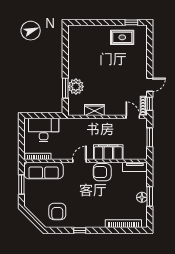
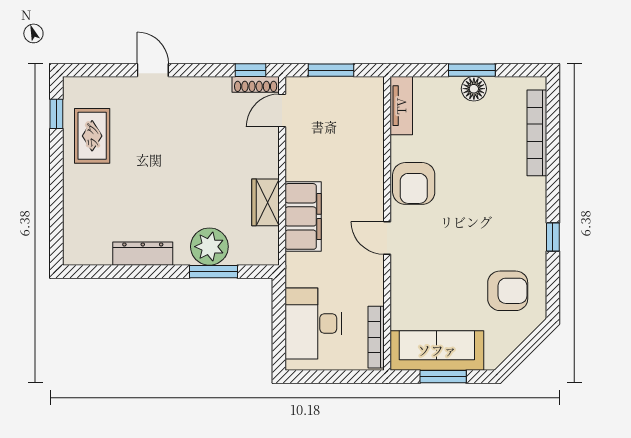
dresser: (73, 59) -> (143, 254), added
door: (150, 85) -> (153, 70), moved
filing cabinet: (108, 152) -> (303, 216), moved, turned 180
sofa: (44, 170) -> (437, 350), moved, turned -90

